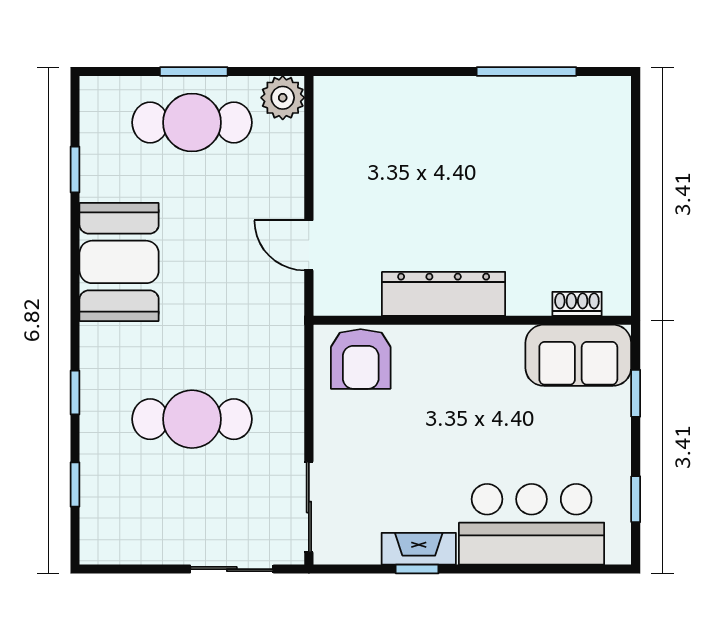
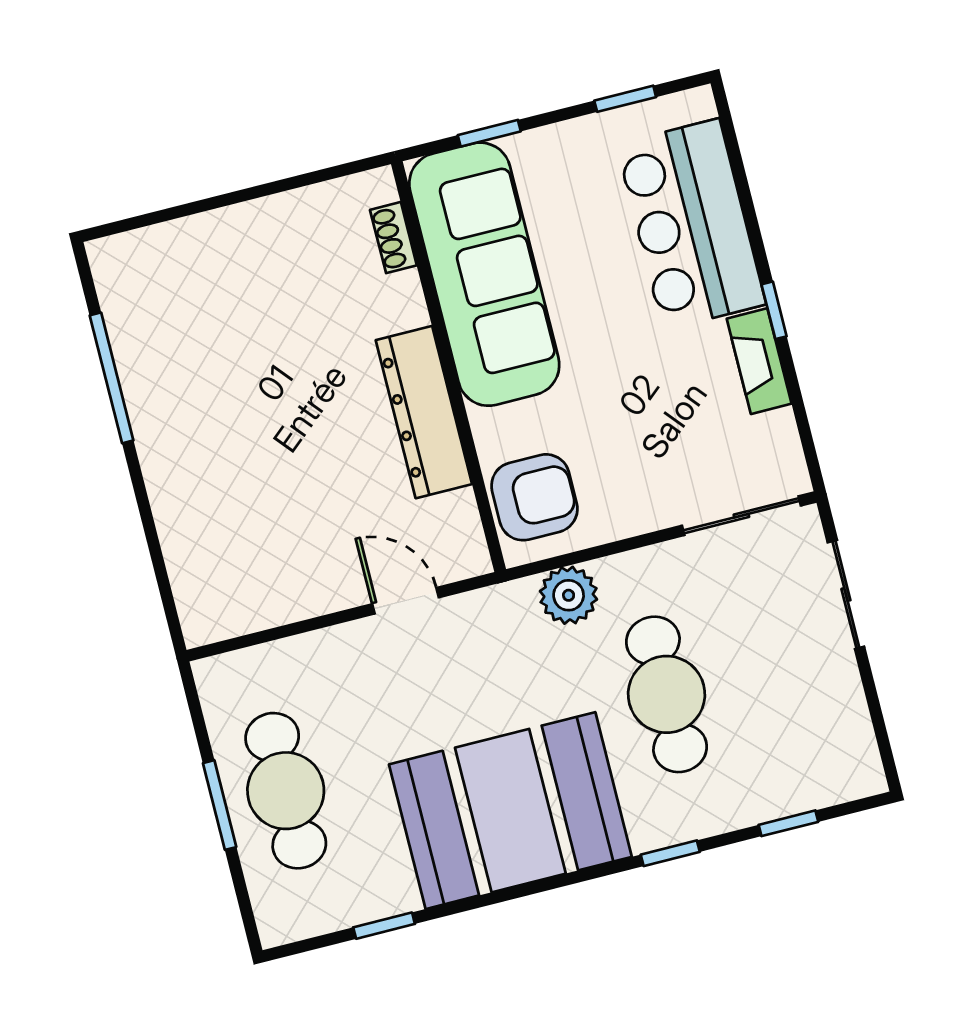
plant: (283, 98) -> (569, 595), moved
door: (309, 245) -> (405, 601), swing flipped
booth: (119, 262) -> (510, 811), width x1.36, depth x1.42
sofa: (578, 355) -> (484, 274), width x1.85, depth x1.27
window: (417, 569) -> (774, 310), moved

